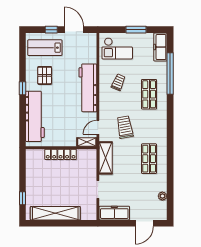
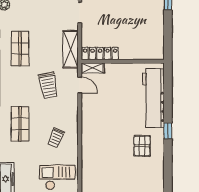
lab bench: (45, 48) -> (142, 178), removed
workbench: (88, 88) -> (91, 131), removed
door: (98, 127) -> (80, 85), hinge flipped
locker: (61, 154) -> (100, 54), moved

